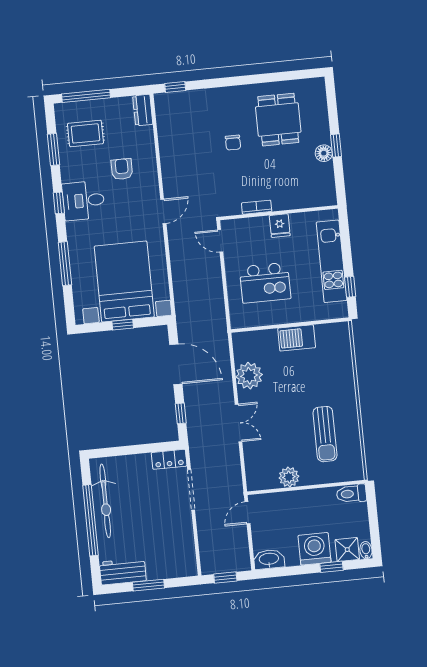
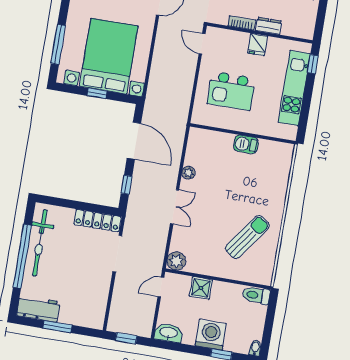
dresser: (286, 202) -> (269, 26), added
window: (65, 264) -> (58, 45), moved
window: (350, 287) -> (313, 64), moved
barbecue: (297, 338) -> (246, 144), width x0.73, depth x0.79
plant: (249, 376) -> (189, 173), width x0.53, depth x0.53
sun lounger: (325, 434) -> (247, 237), turned -144
locker: (169, 459) -> (97, 220), width x1.53
plant: (289, 477) -> (176, 261), moved
shower: (347, 550) -> (201, 288), moved

